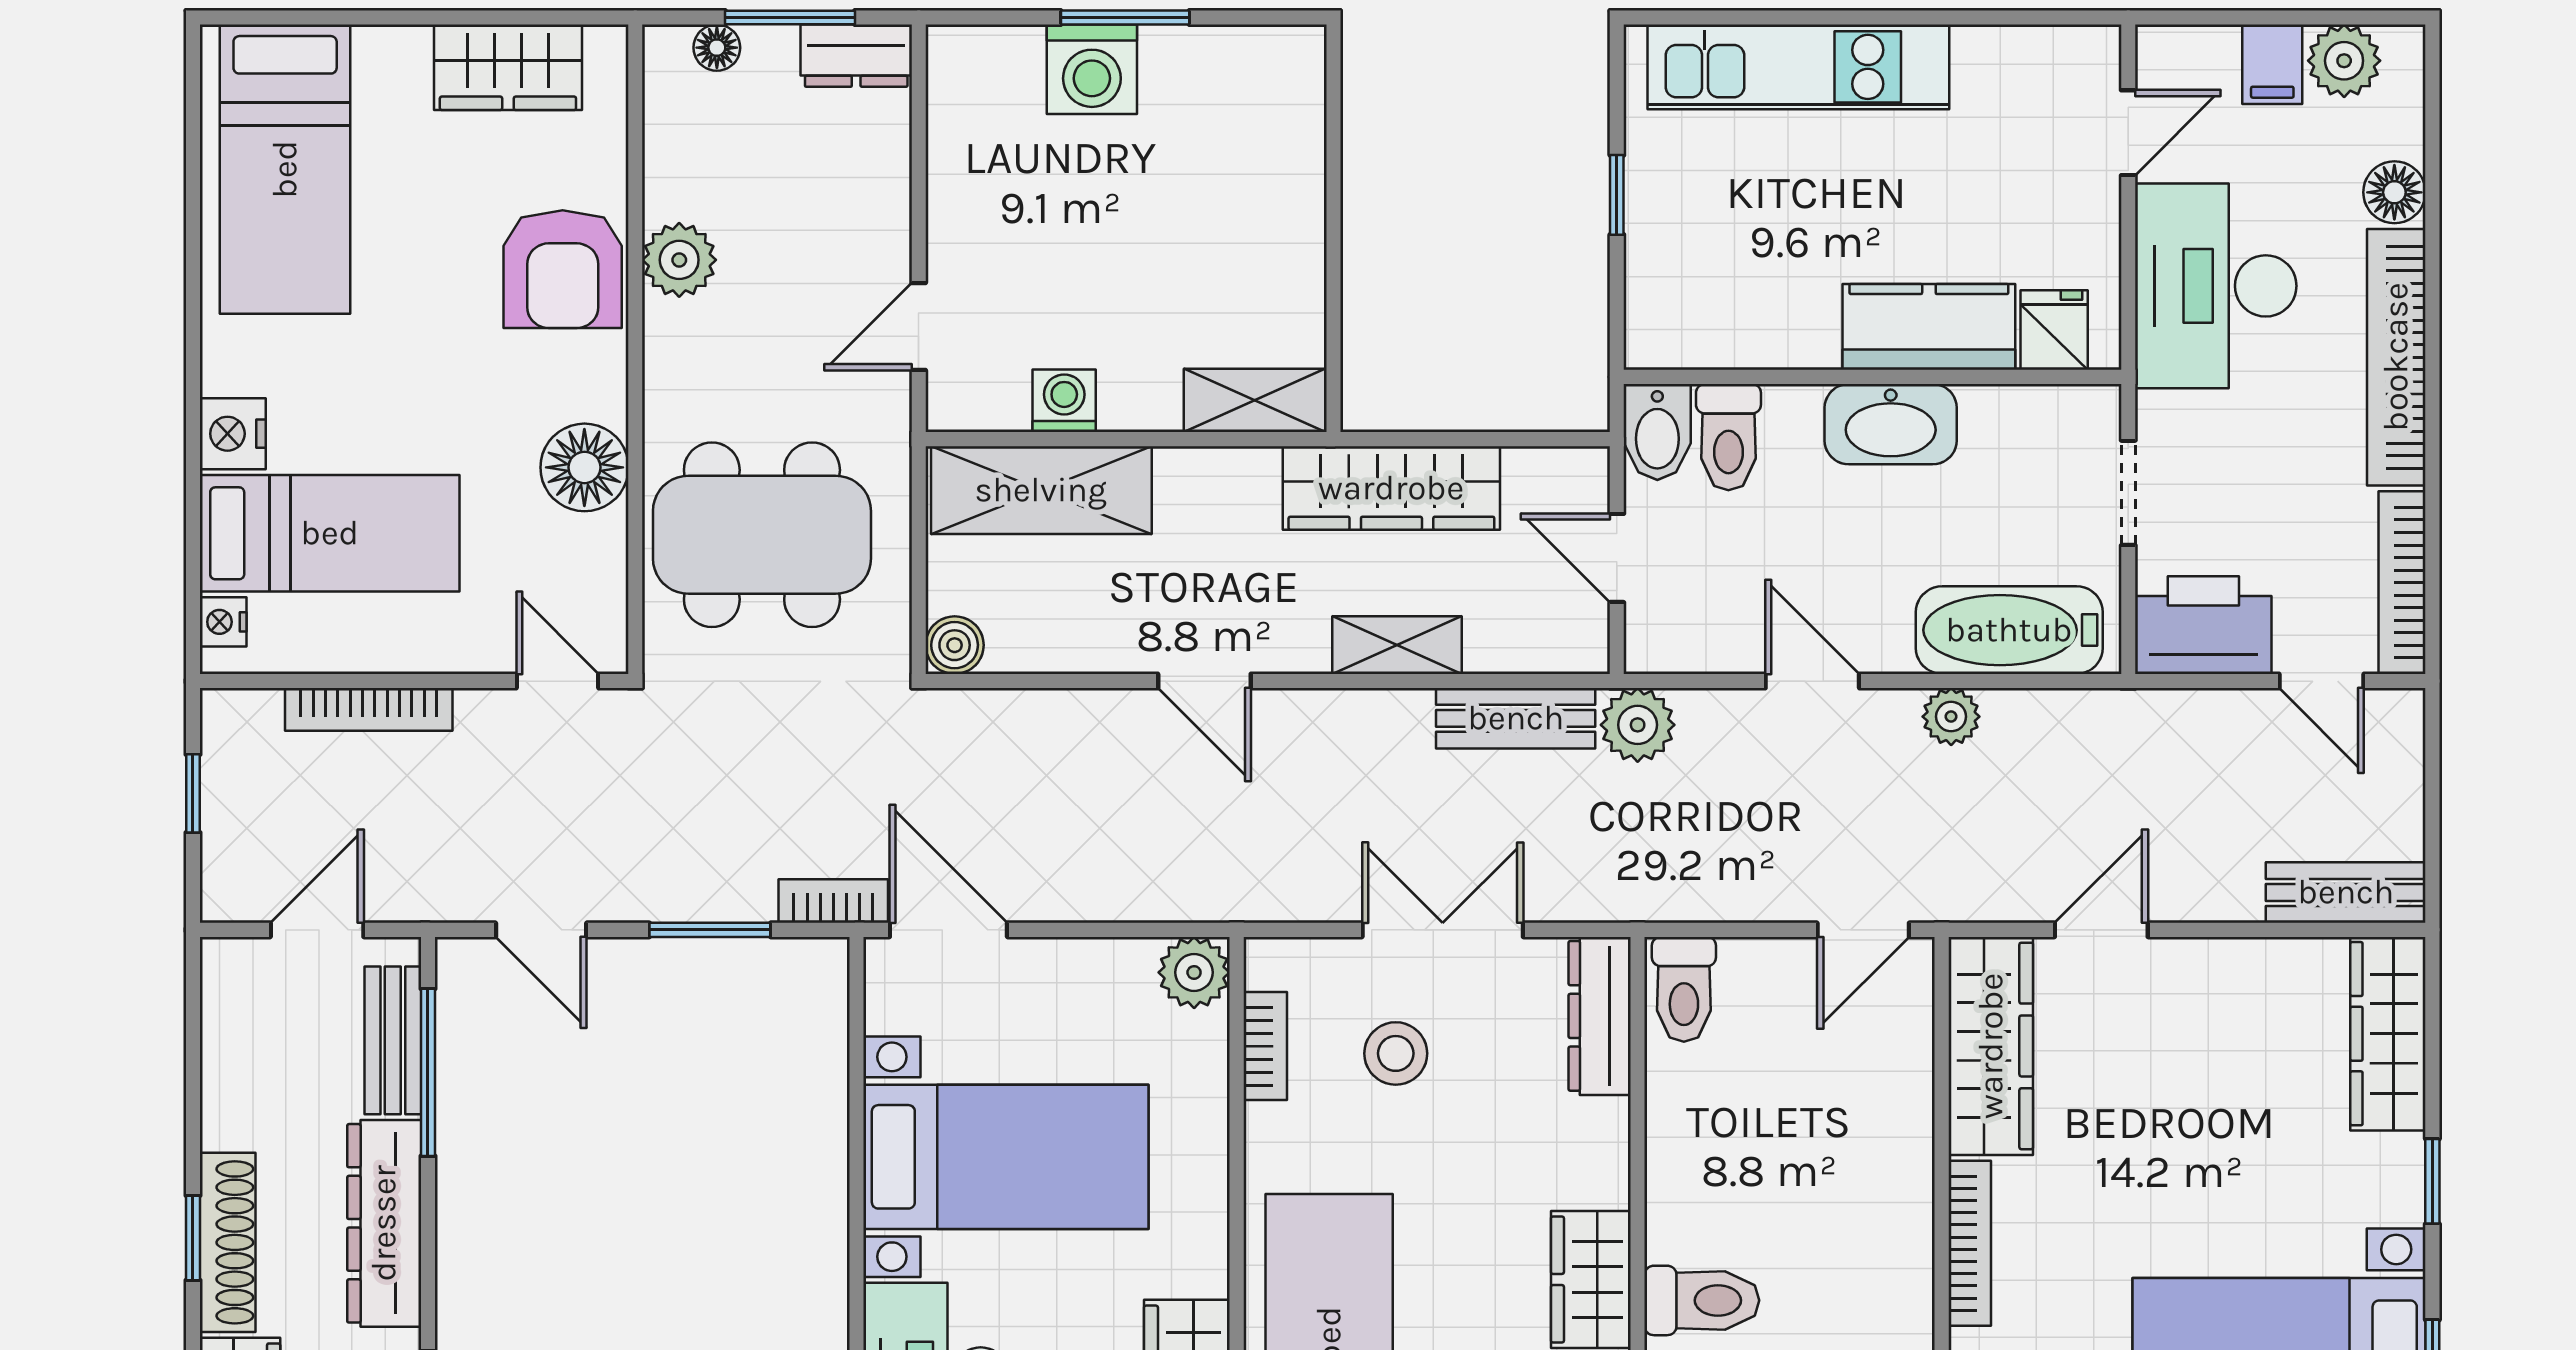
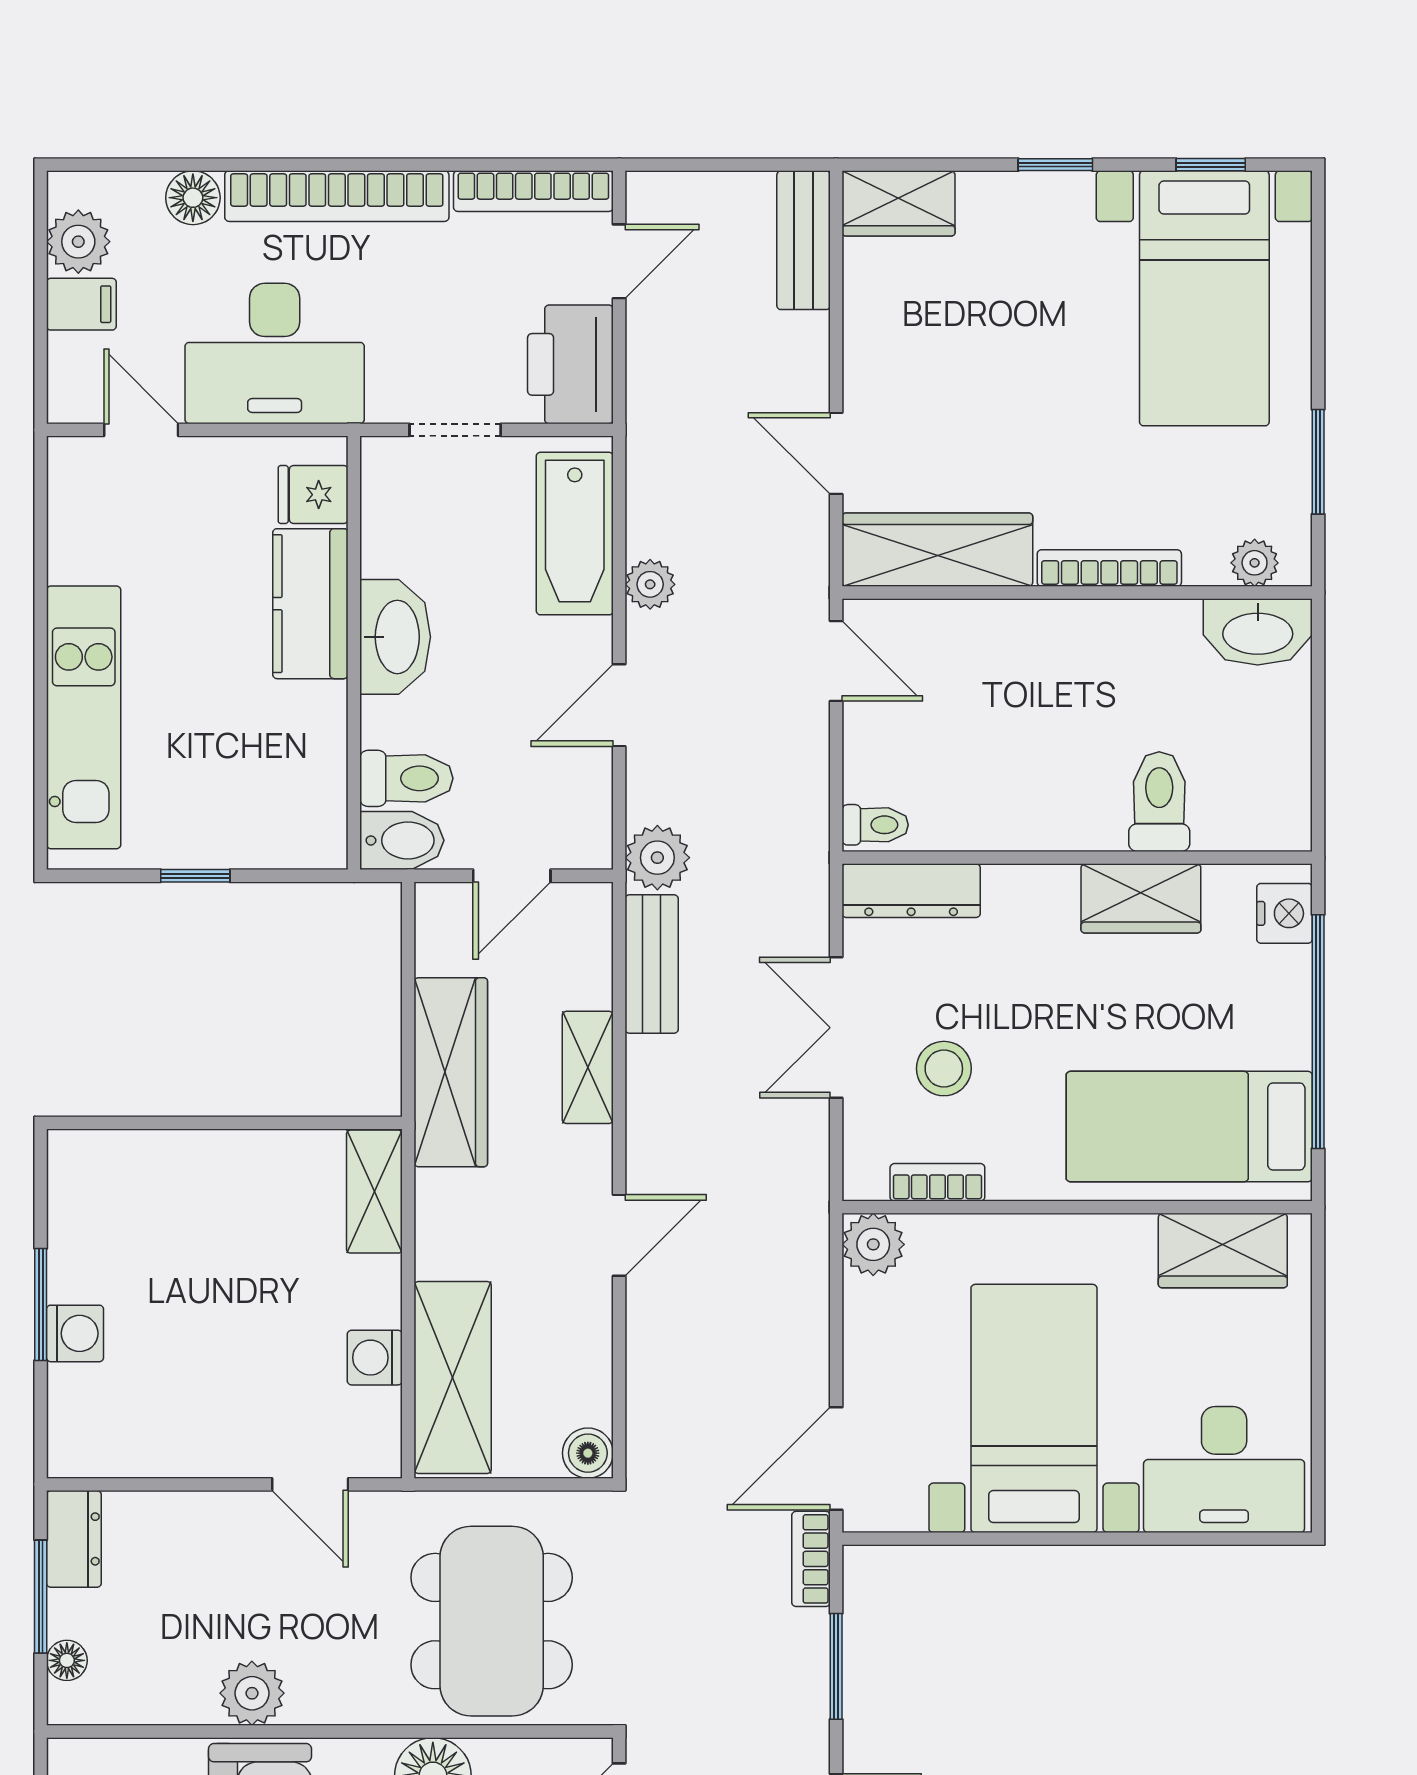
washing machine: (1092, 69) -> (75, 1333), width x0.73, depth x0.73
toilet: (1684, 989) -> (875, 825), width x0.73, depth x0.72
wardrobe: (2388, 1034) -> (898, 203), width x0.67

